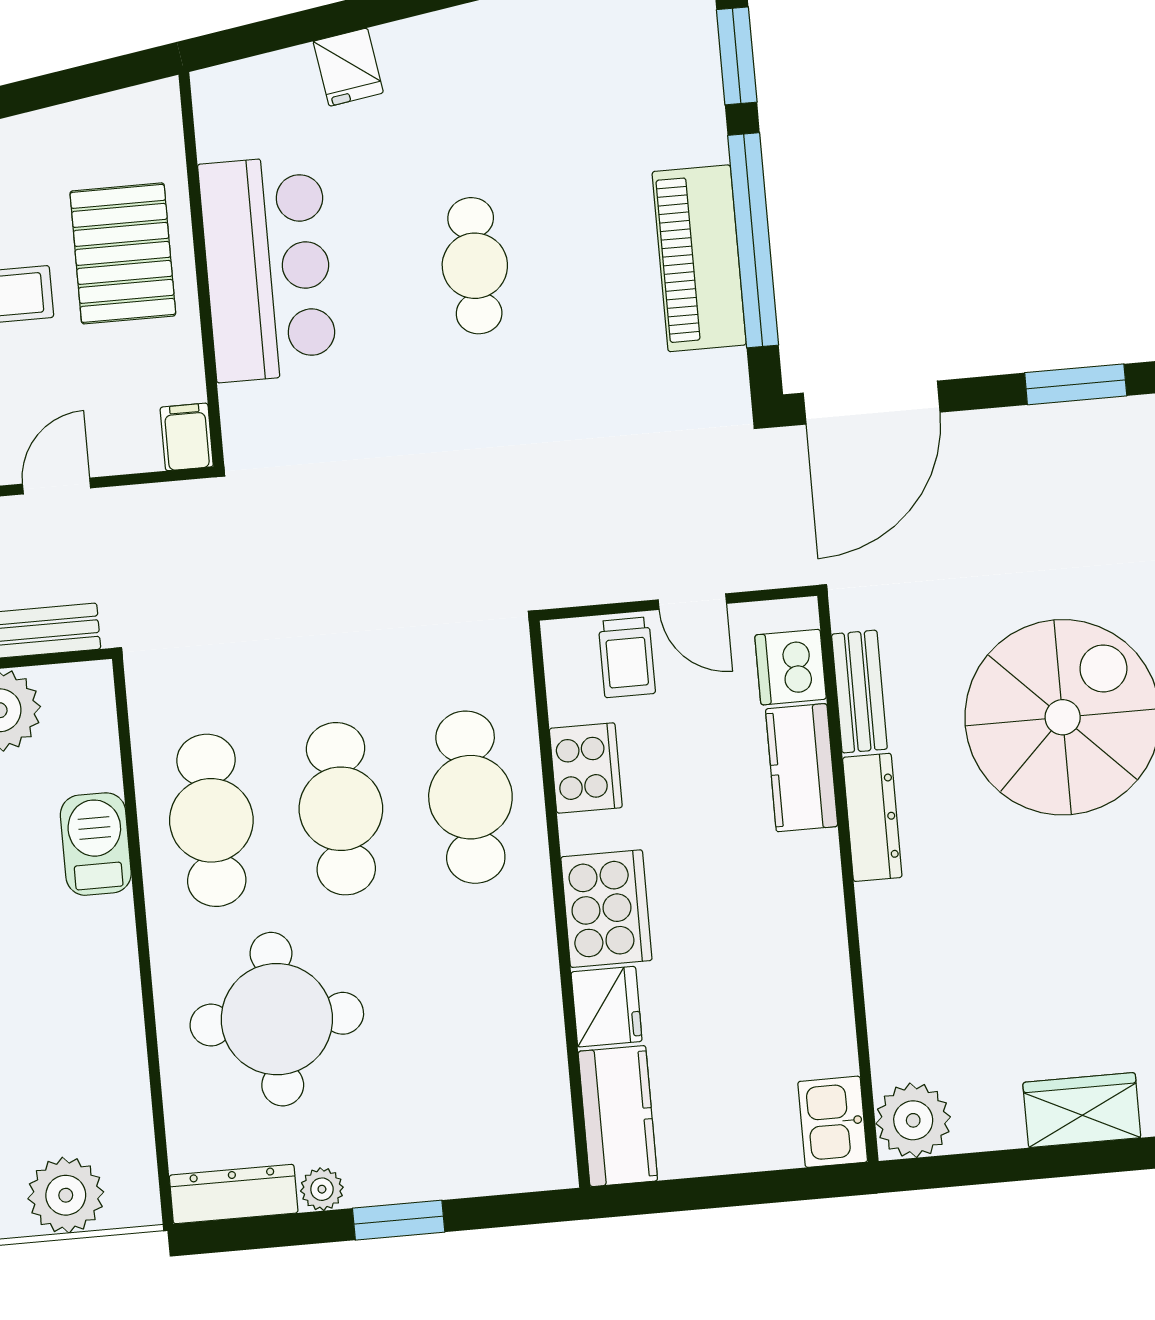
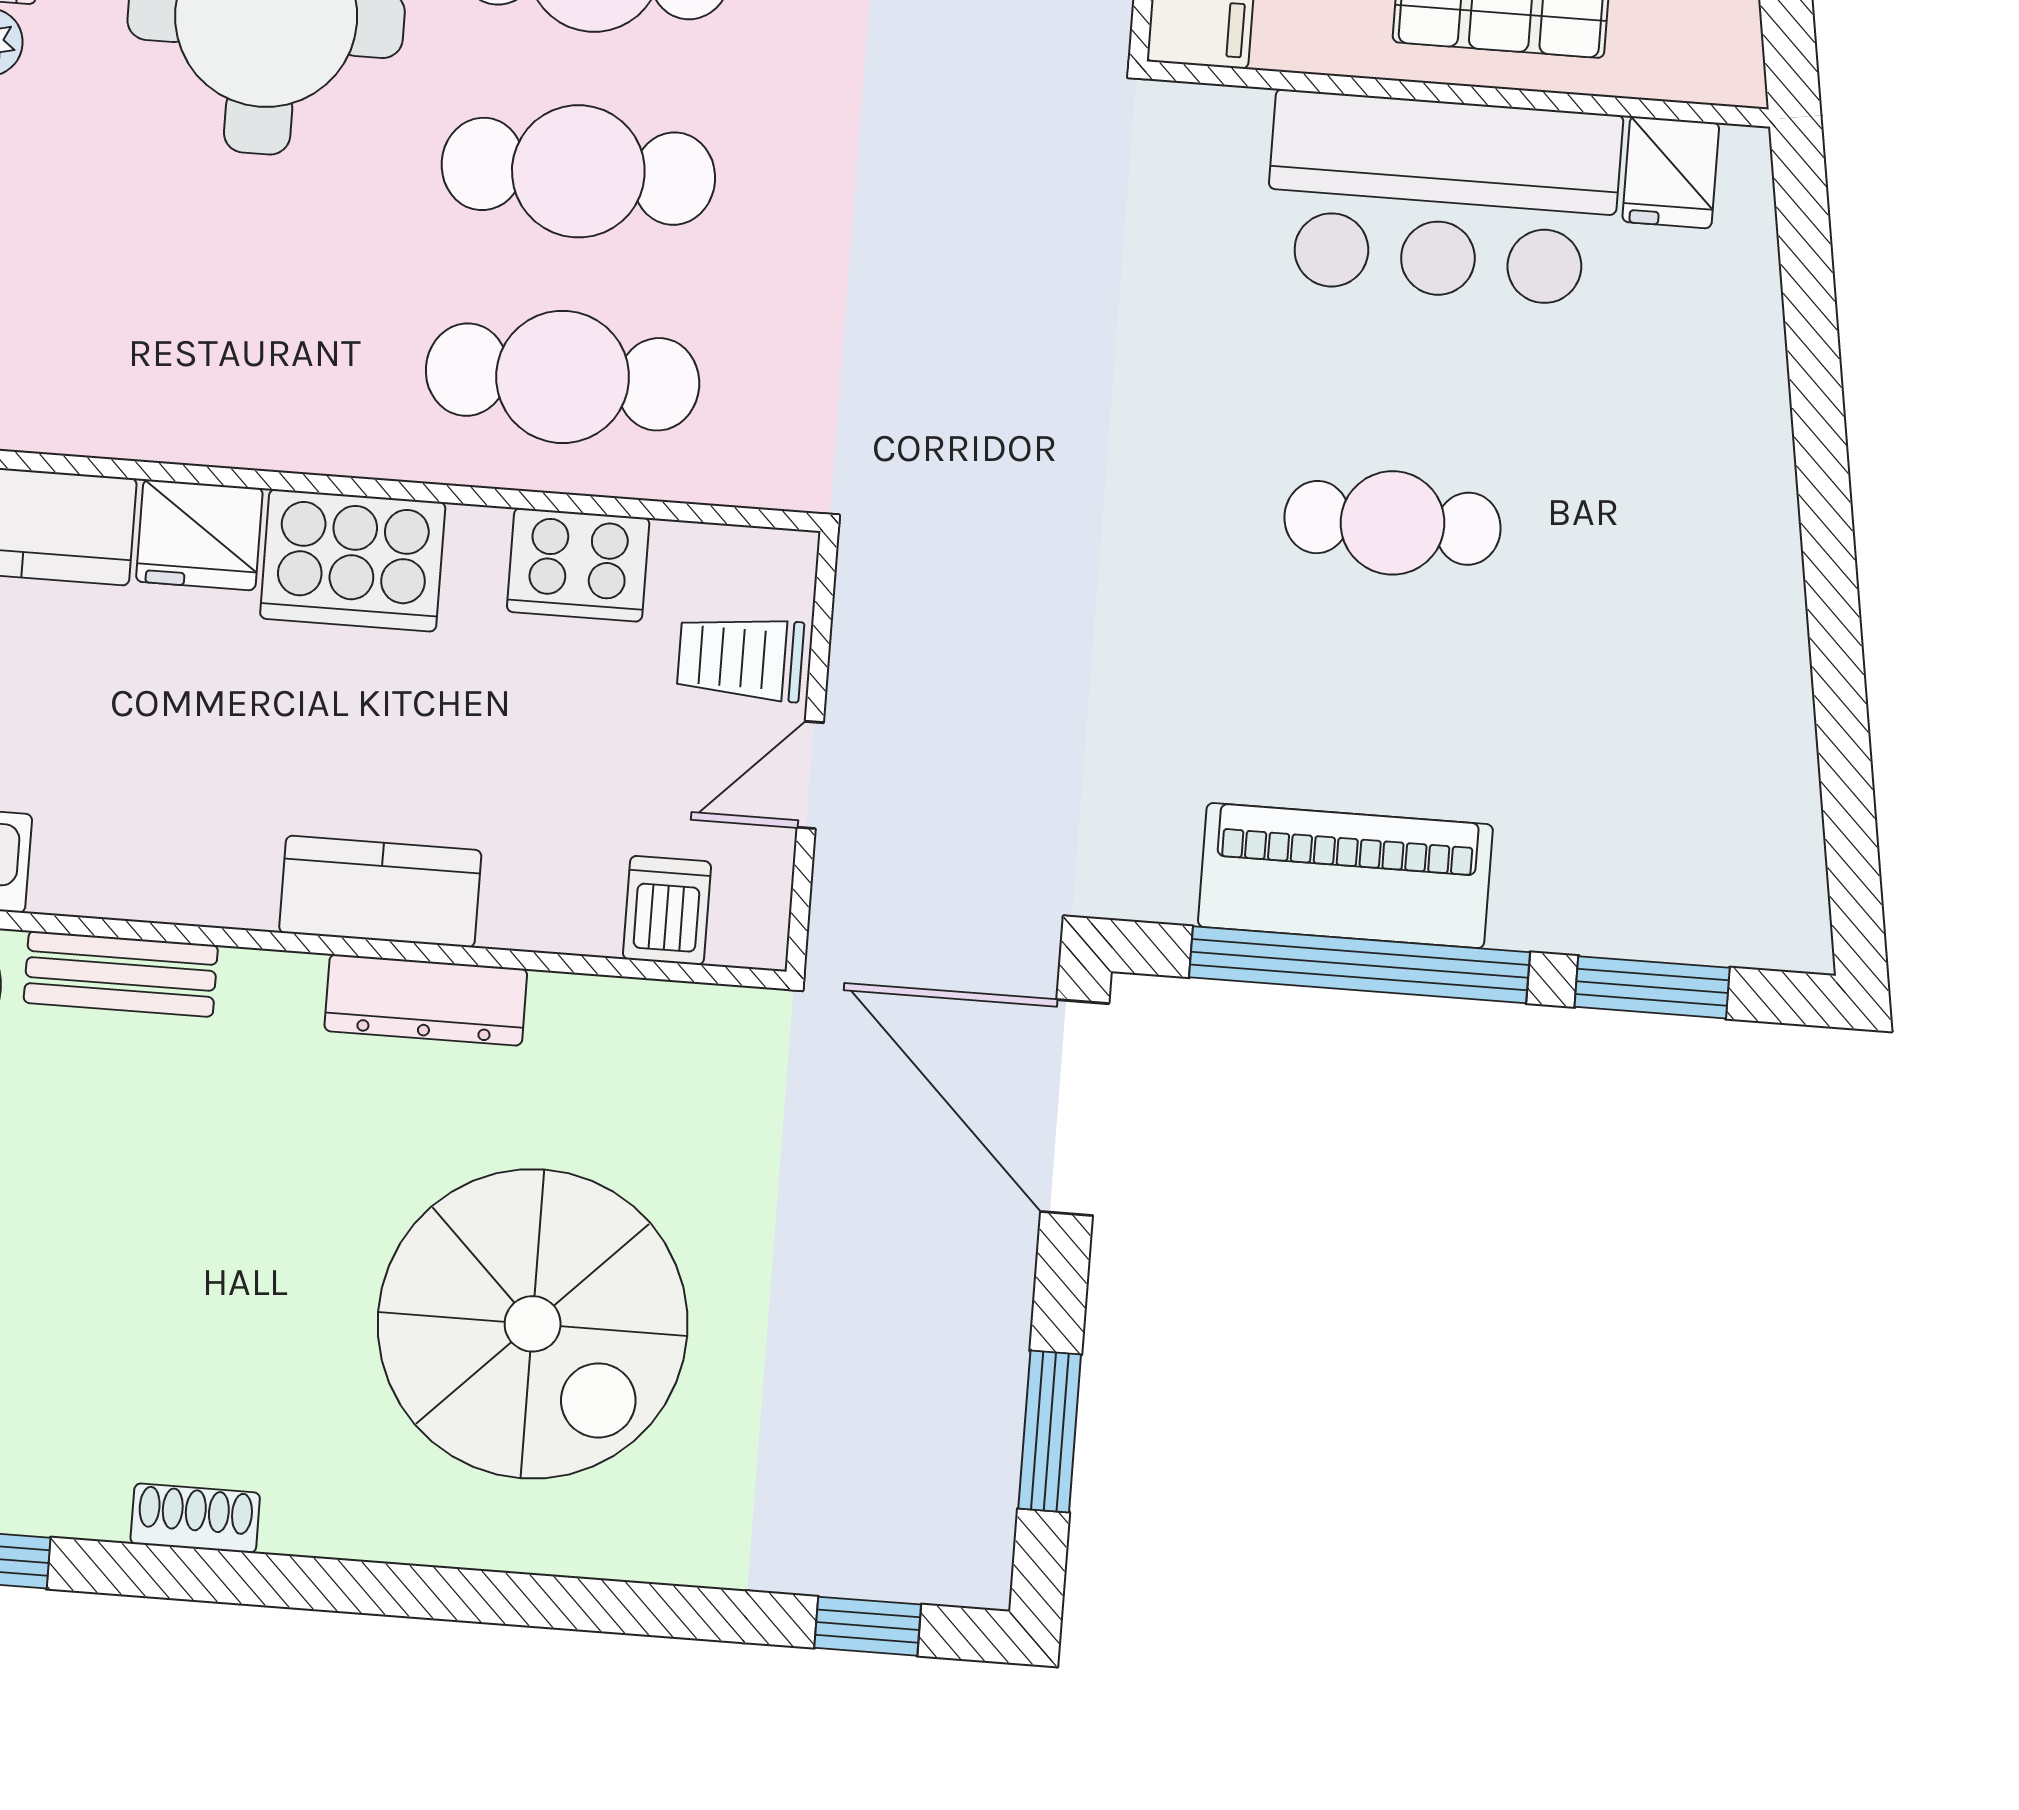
fridge: (348, 67) -> (1671, 172), moved, turned -81
dishwasher: (791, 667) -> (667, 910), width x0.73
bench: (859, 692) -> (121, 974), moved
kitchen counter: (802, 768) -> (380, 891), moved

